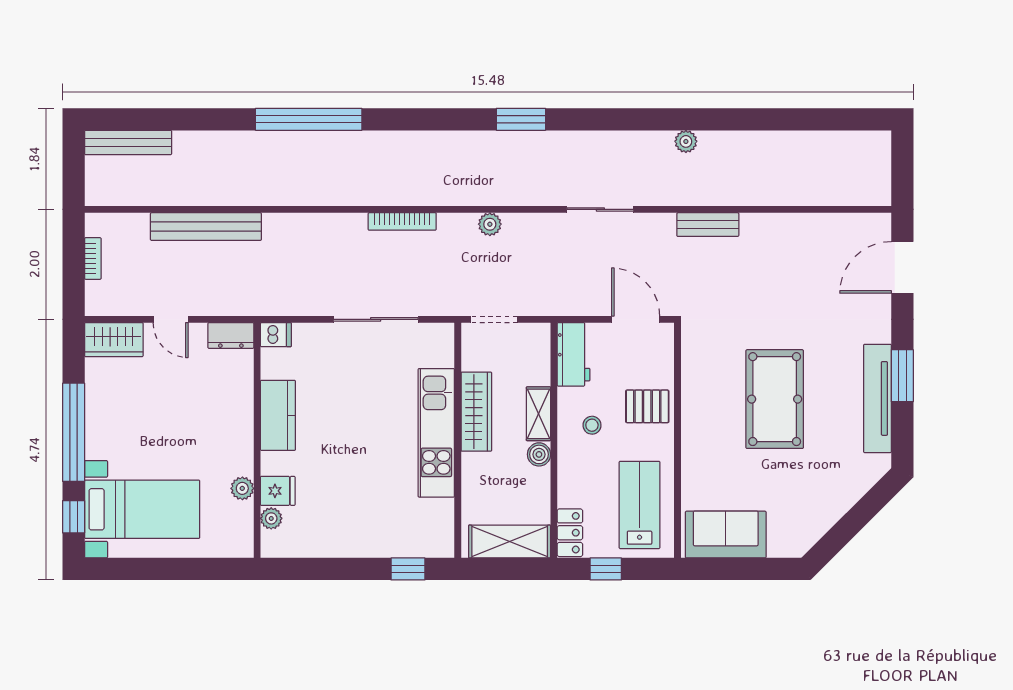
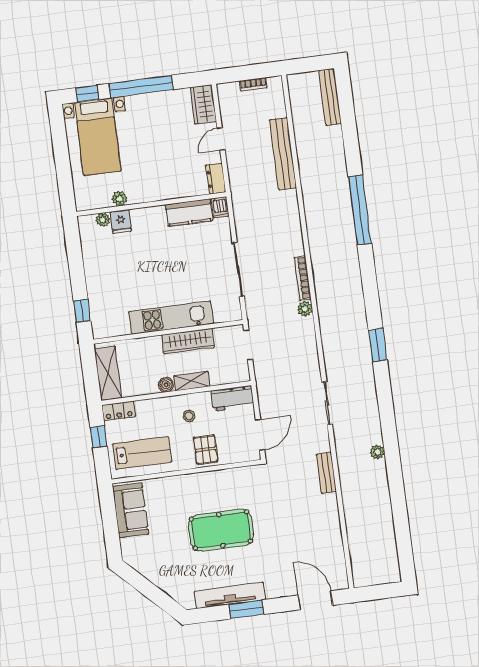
plant: (490, 224) -> (305, 309), moved
kitchen counter: (278, 415) -> (189, 213), moved

